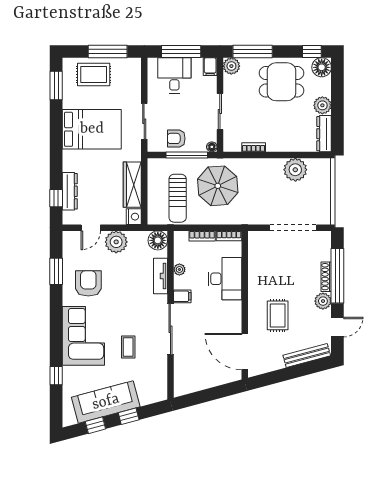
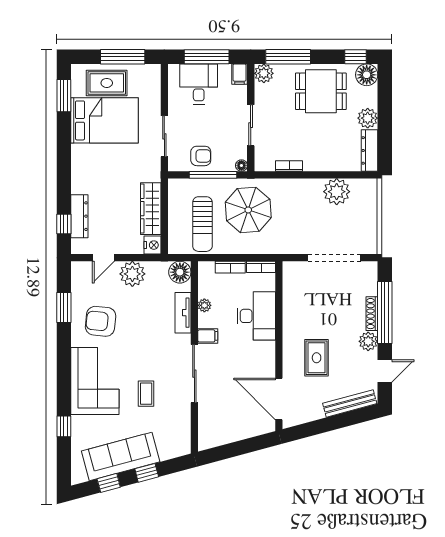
bed: (92, 129) -> (105, 120), moved
armchair: (176, 138) -> (201, 156), turned 180
armchair: (88, 283) -> (101, 321), turned -84

